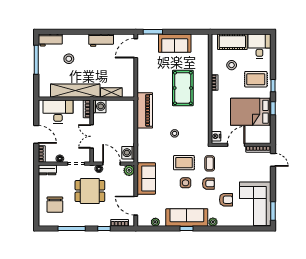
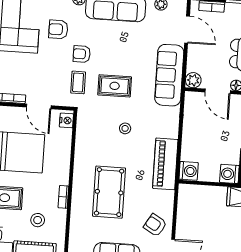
armchair: (149, 67) -> (155, 225), added
shelving: (111, 93) -> (211, 192), removed
door: (236, 145) -> (39, 106), hinge flipped
washing machine: (128, 153) -> (189, 171), moved
sofa: (146, 178) -> (169, 75), width x1.36
side table: (185, 183) -> (114, 57), removed

